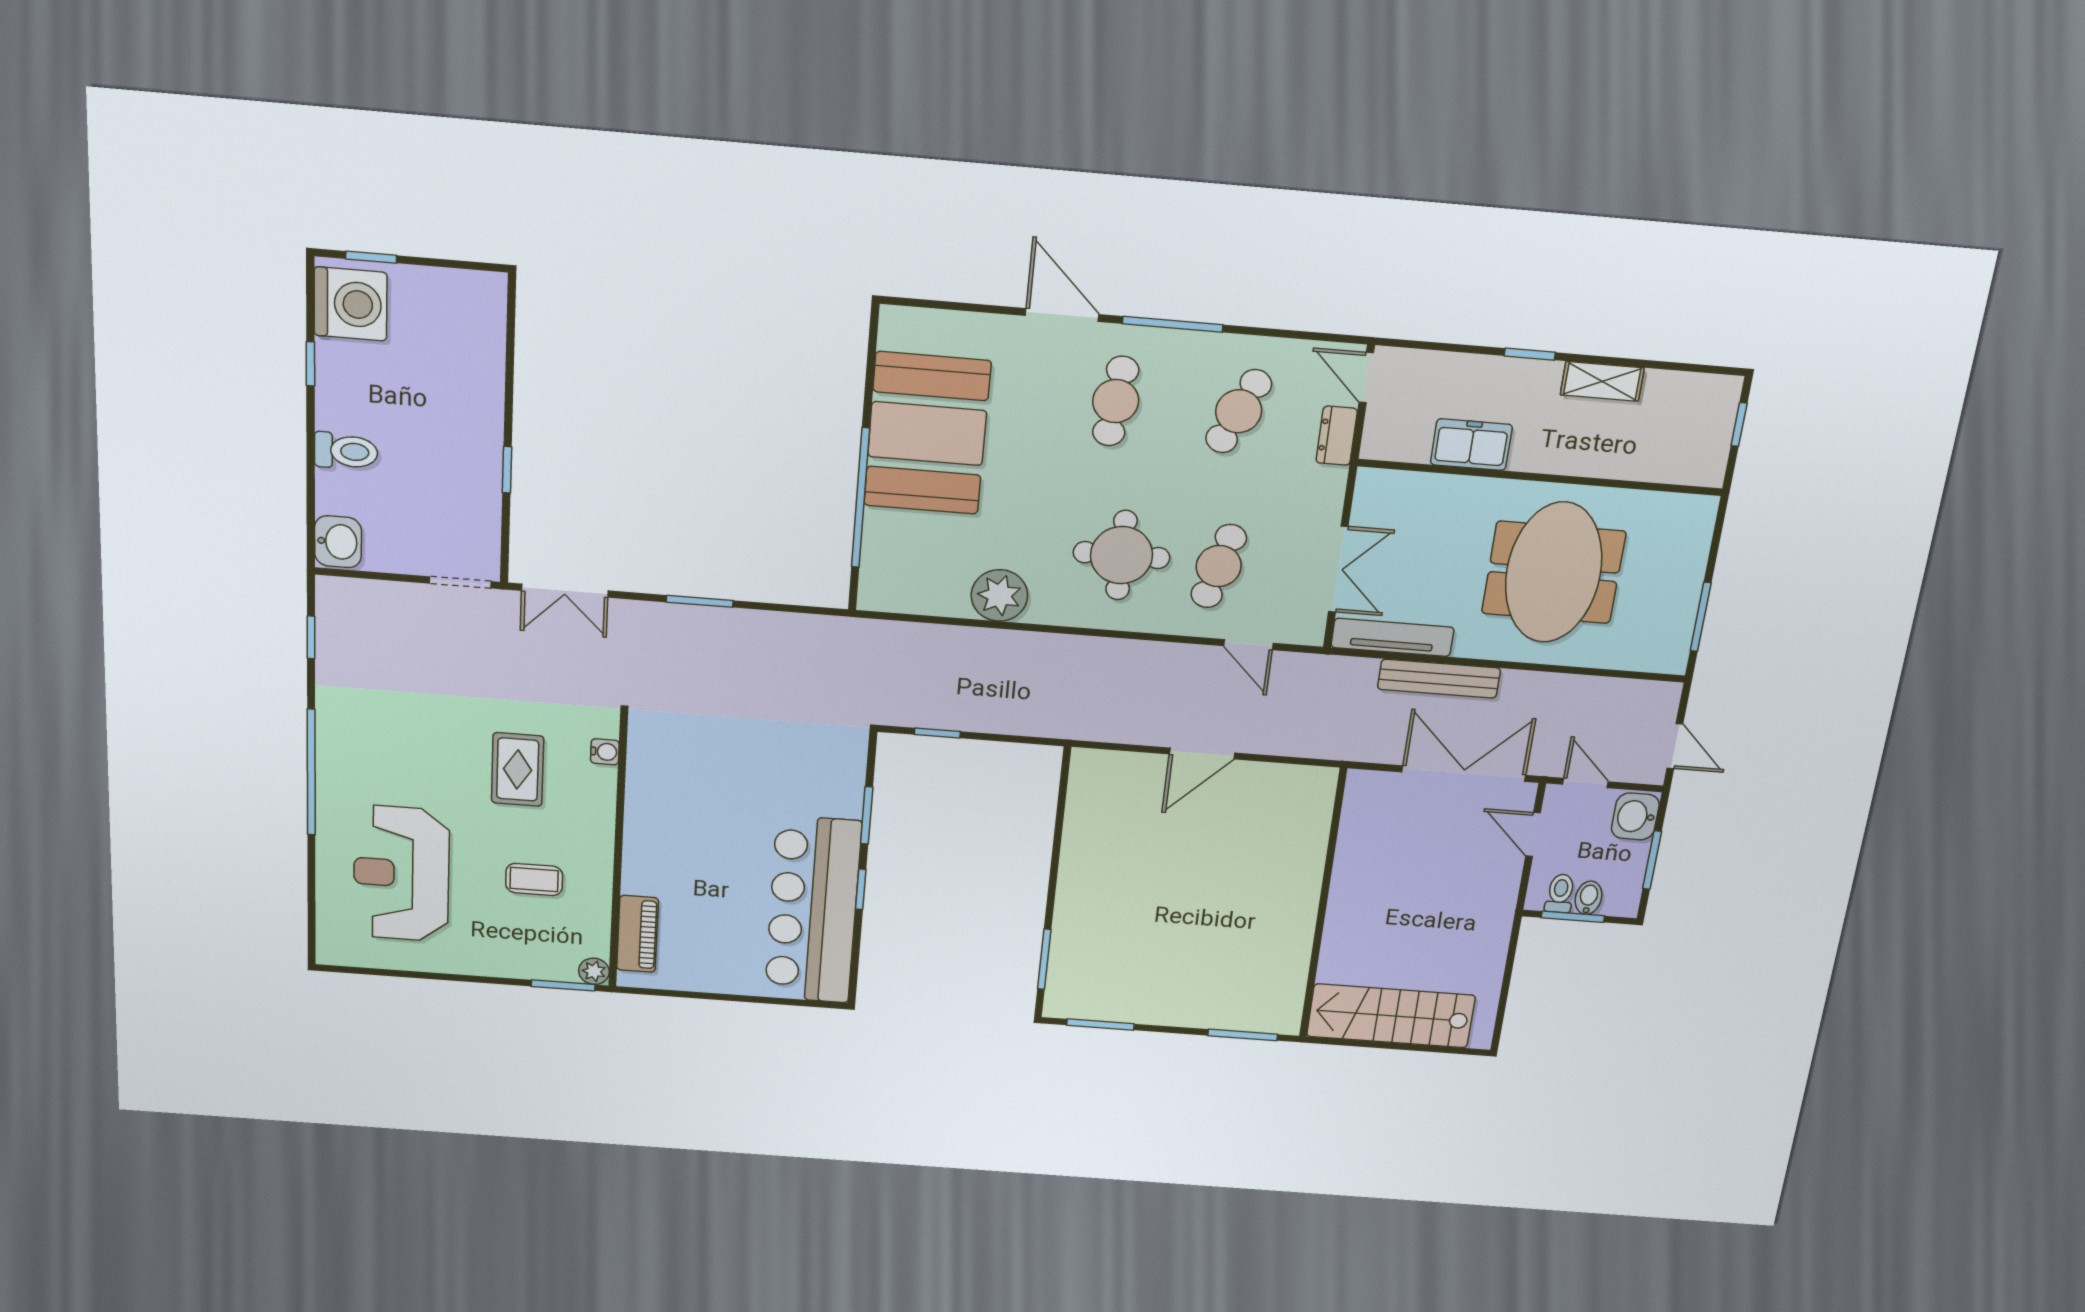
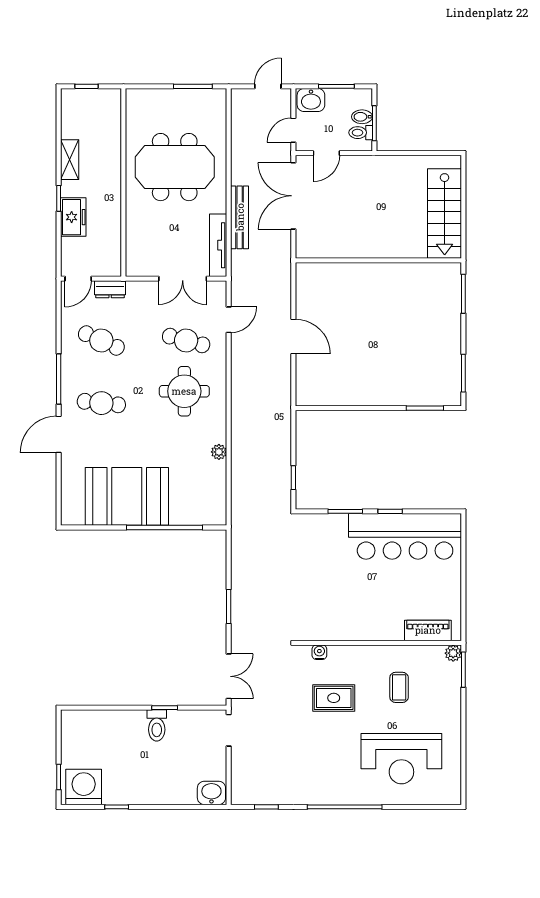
freezer: (1471, 445) -> (73, 217), moved, turned 180
toilet: (346, 451) -> (157, 725), moved, turned 180
double door: (1338, 569) -> (183, 279), swing flipped
plant: (999, 595) -> (219, 452), width x0.53, depth x0.53

